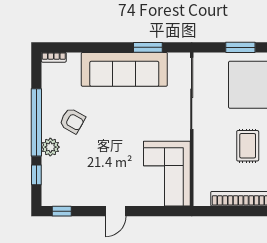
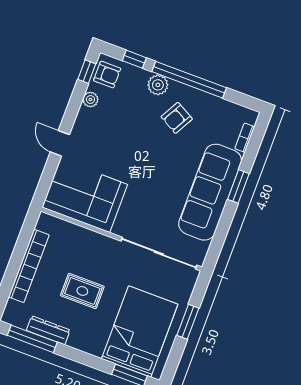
window: (148, 47) -> (238, 186), moved
bookcase: (54, 57) -> (245, 138), moved
armchair: (58, 193) -> (107, 75), added
plant: (84, 199) -> (90, 99), added
door: (116, 211) -> (60, 143), moved

